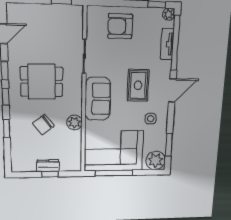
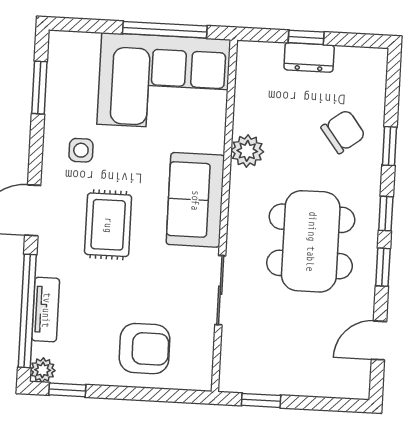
dining table: (42, 82) -> (311, 241), width x1.38
chair: (43, 125) -> (343, 132), moved
plant: (156, 160) -> (69, 53), removed

